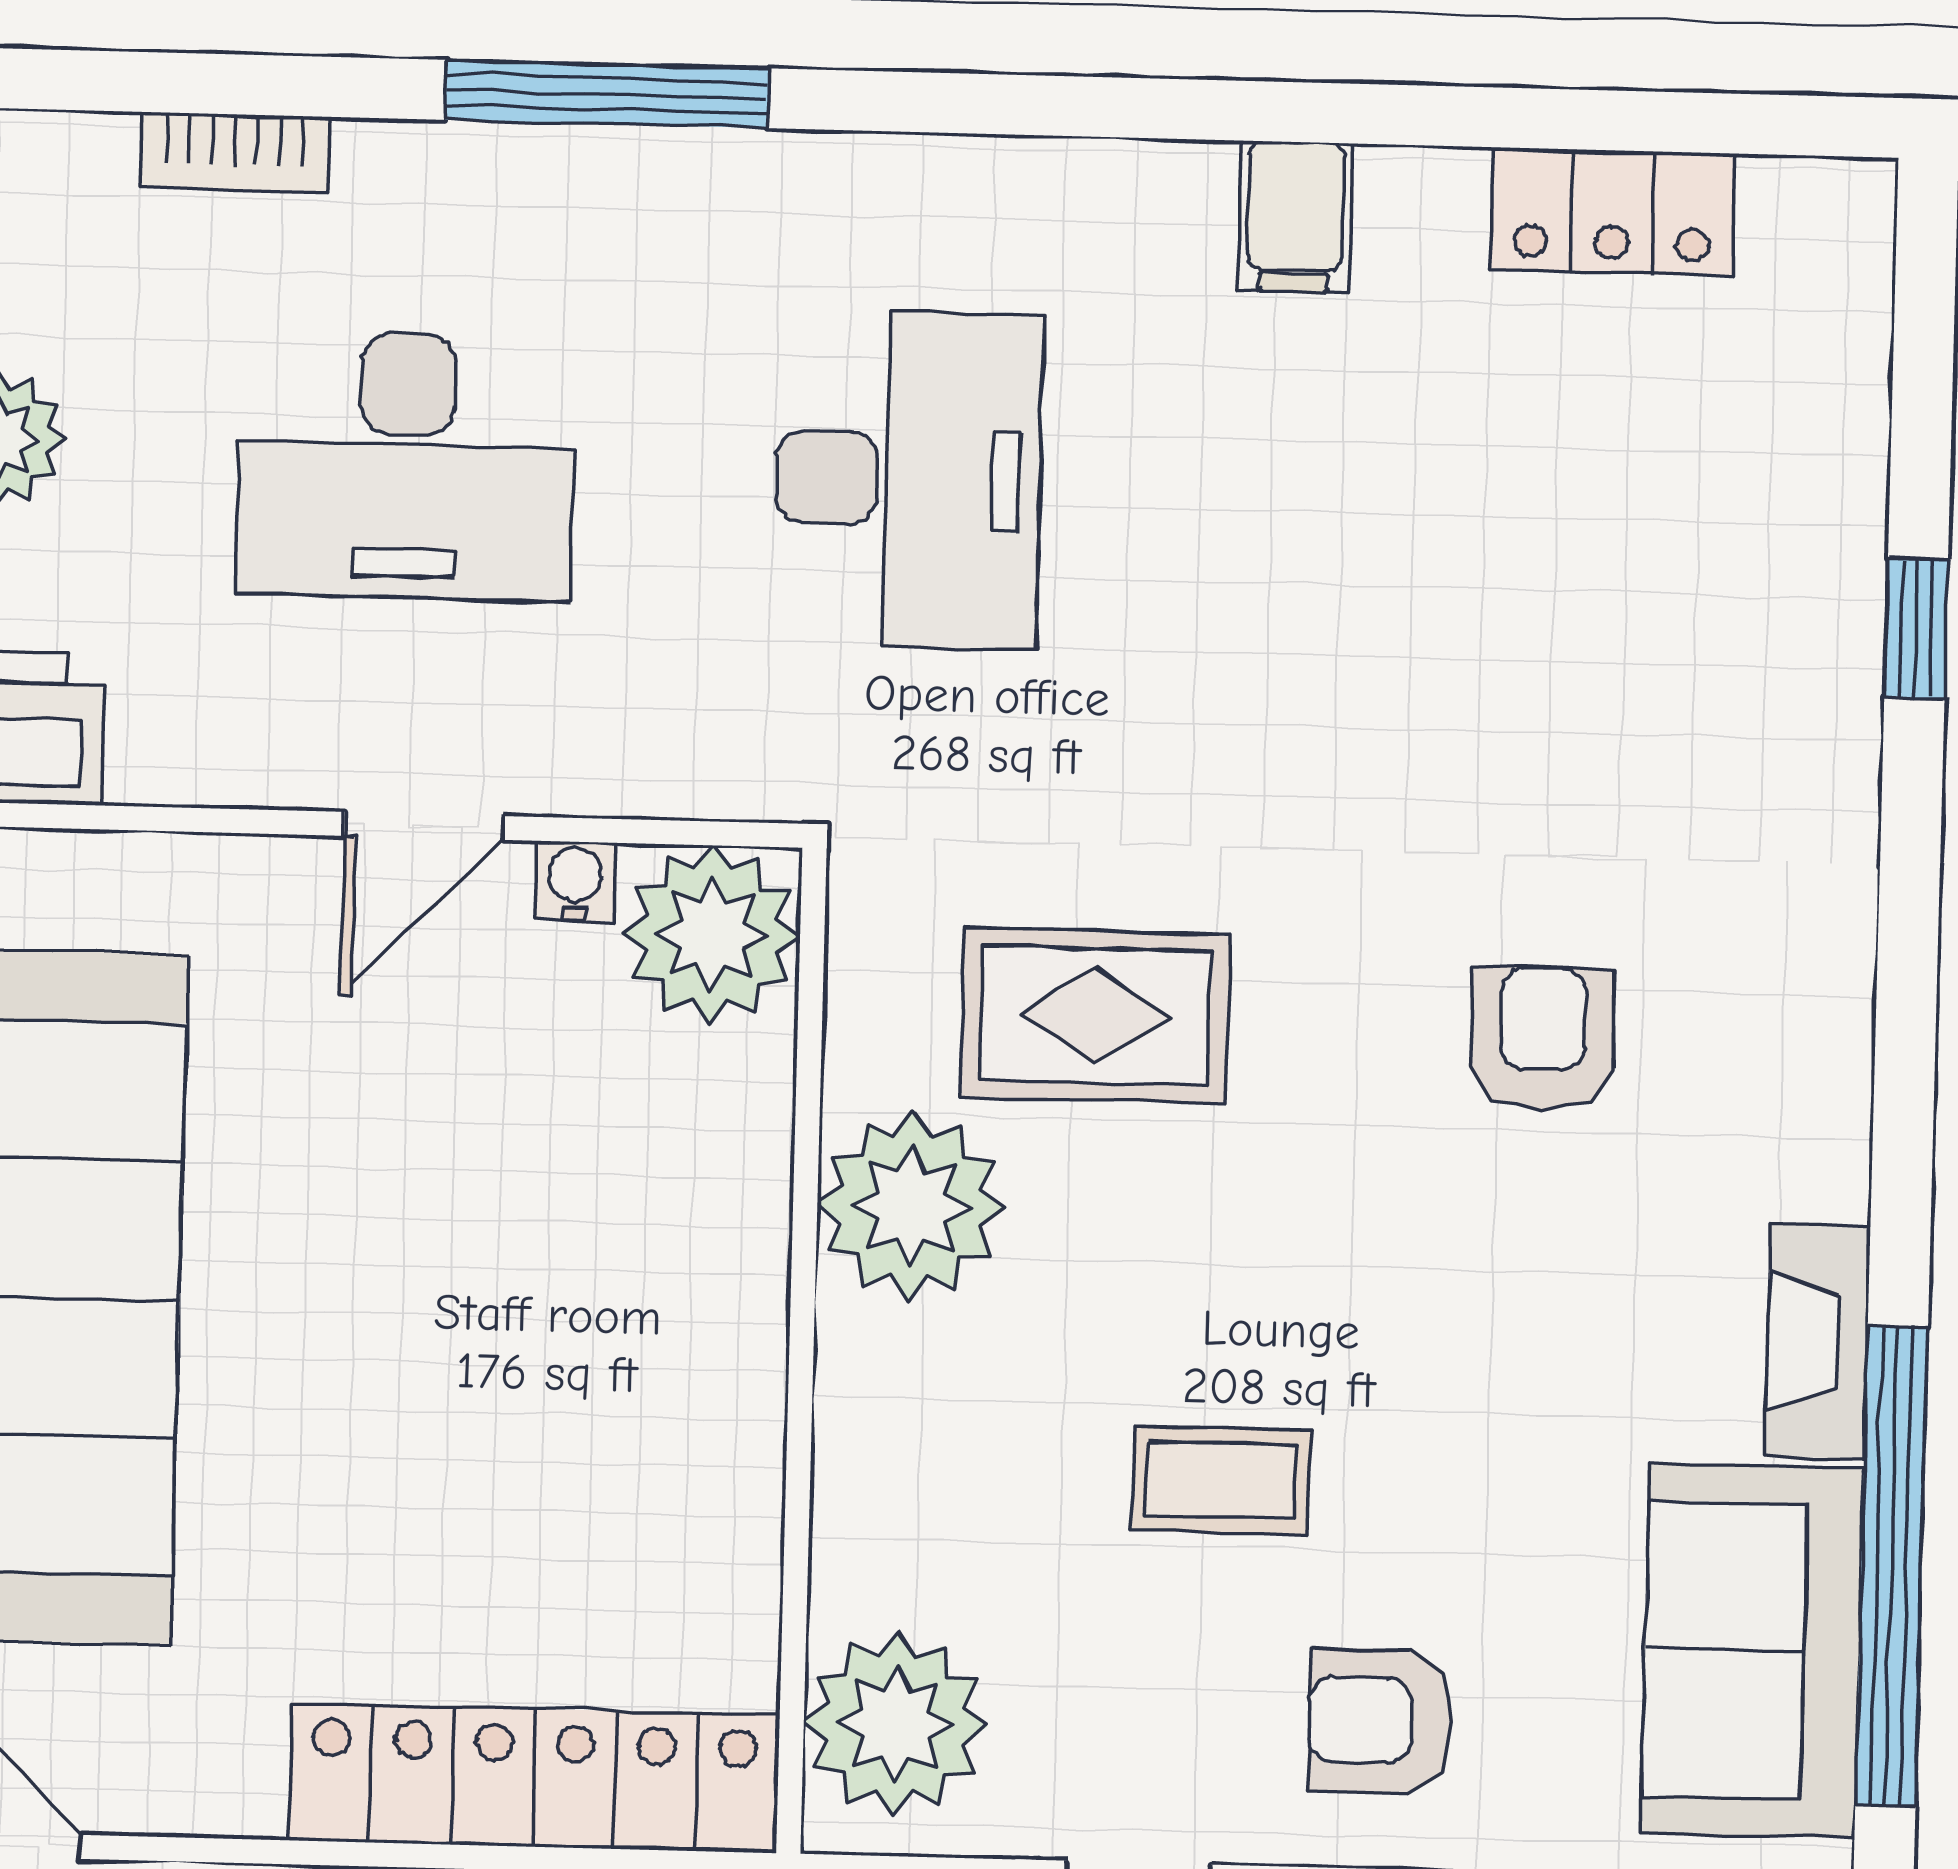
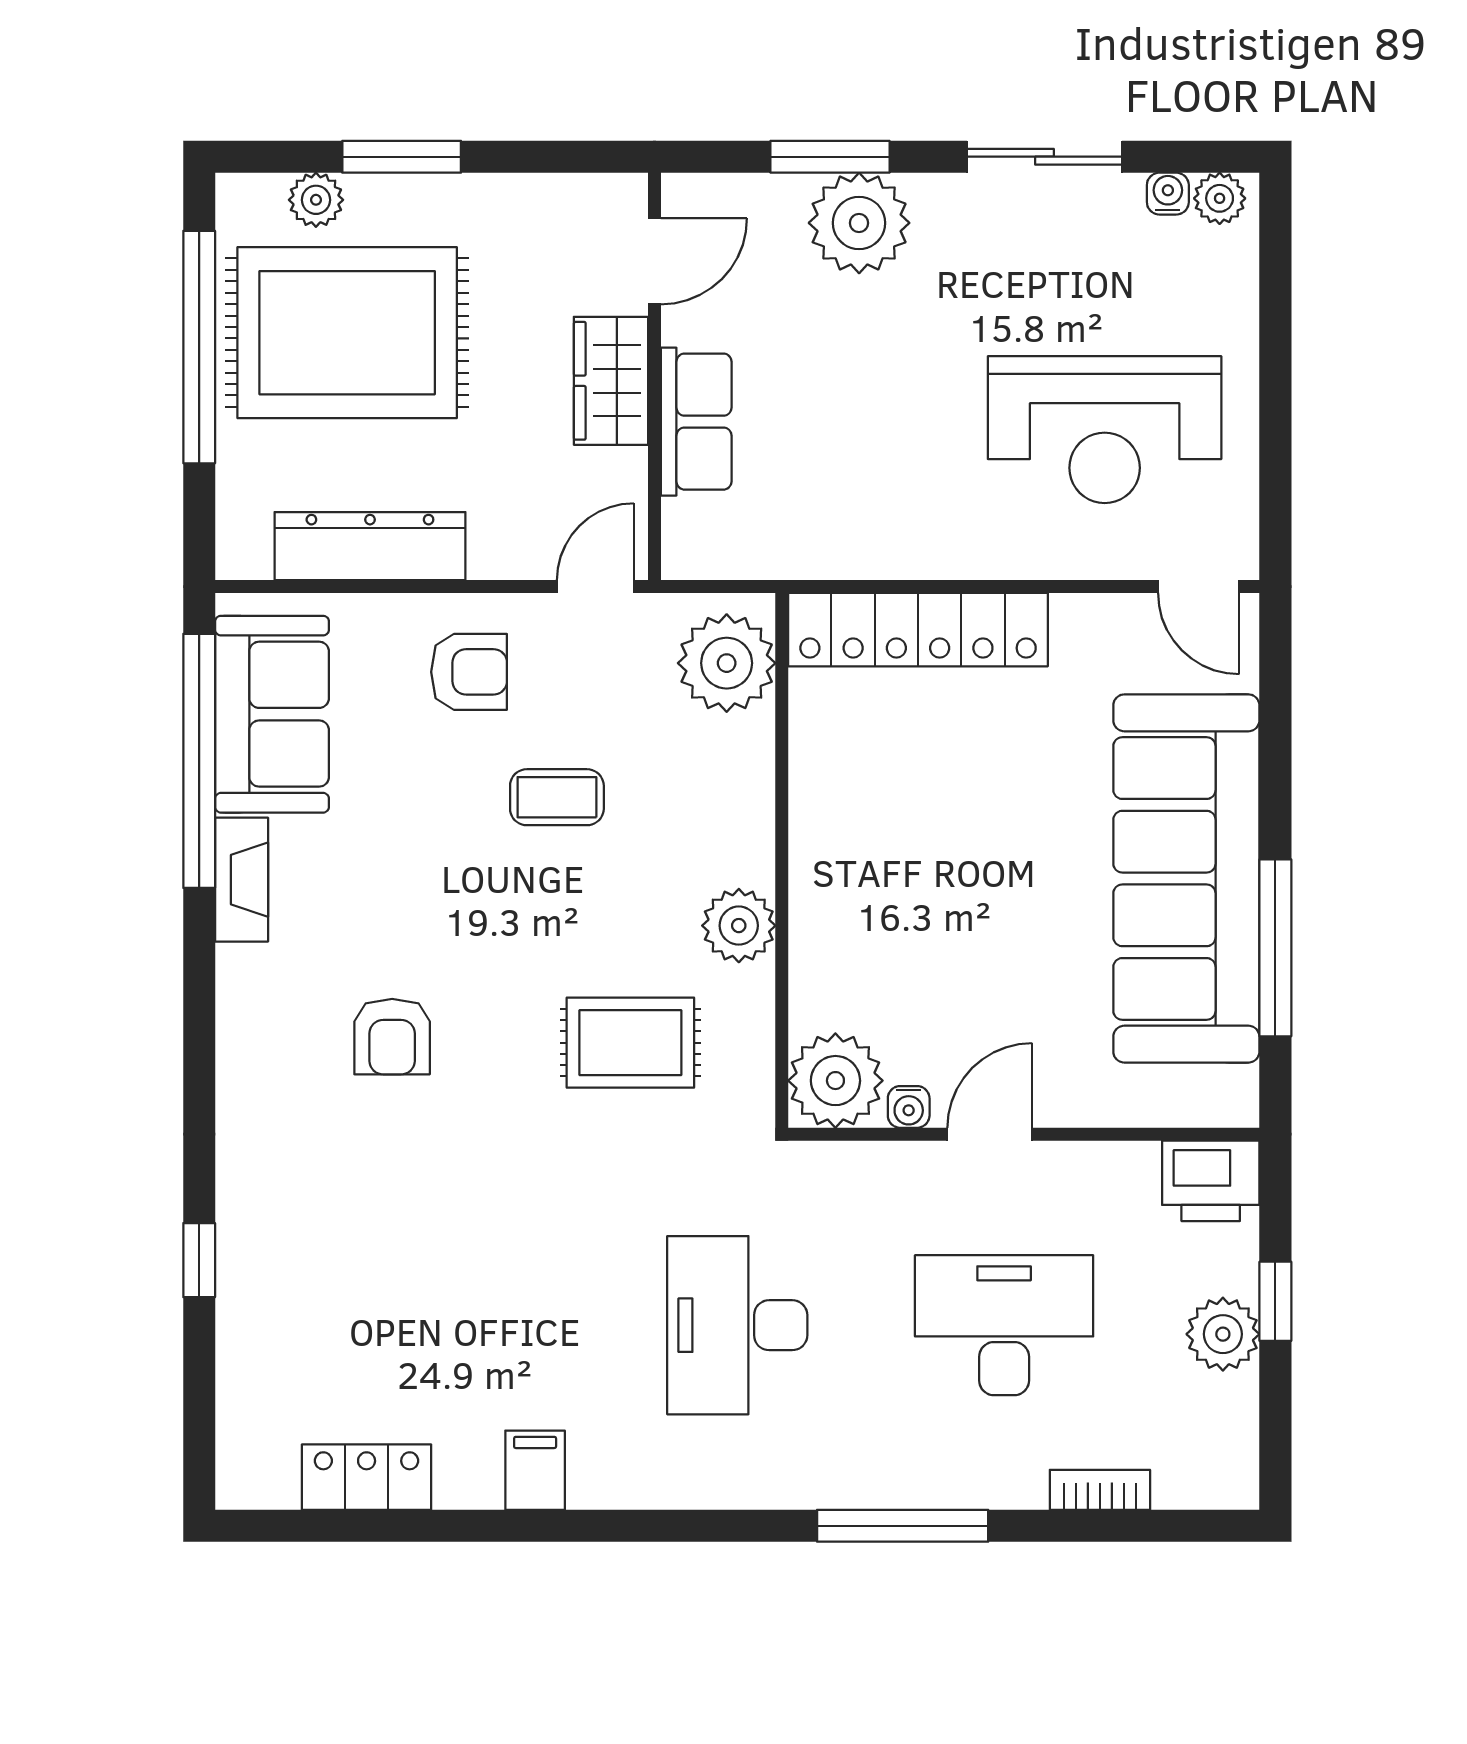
plant: (911, 1206) -> (739, 926), width x0.73, depth x0.73

